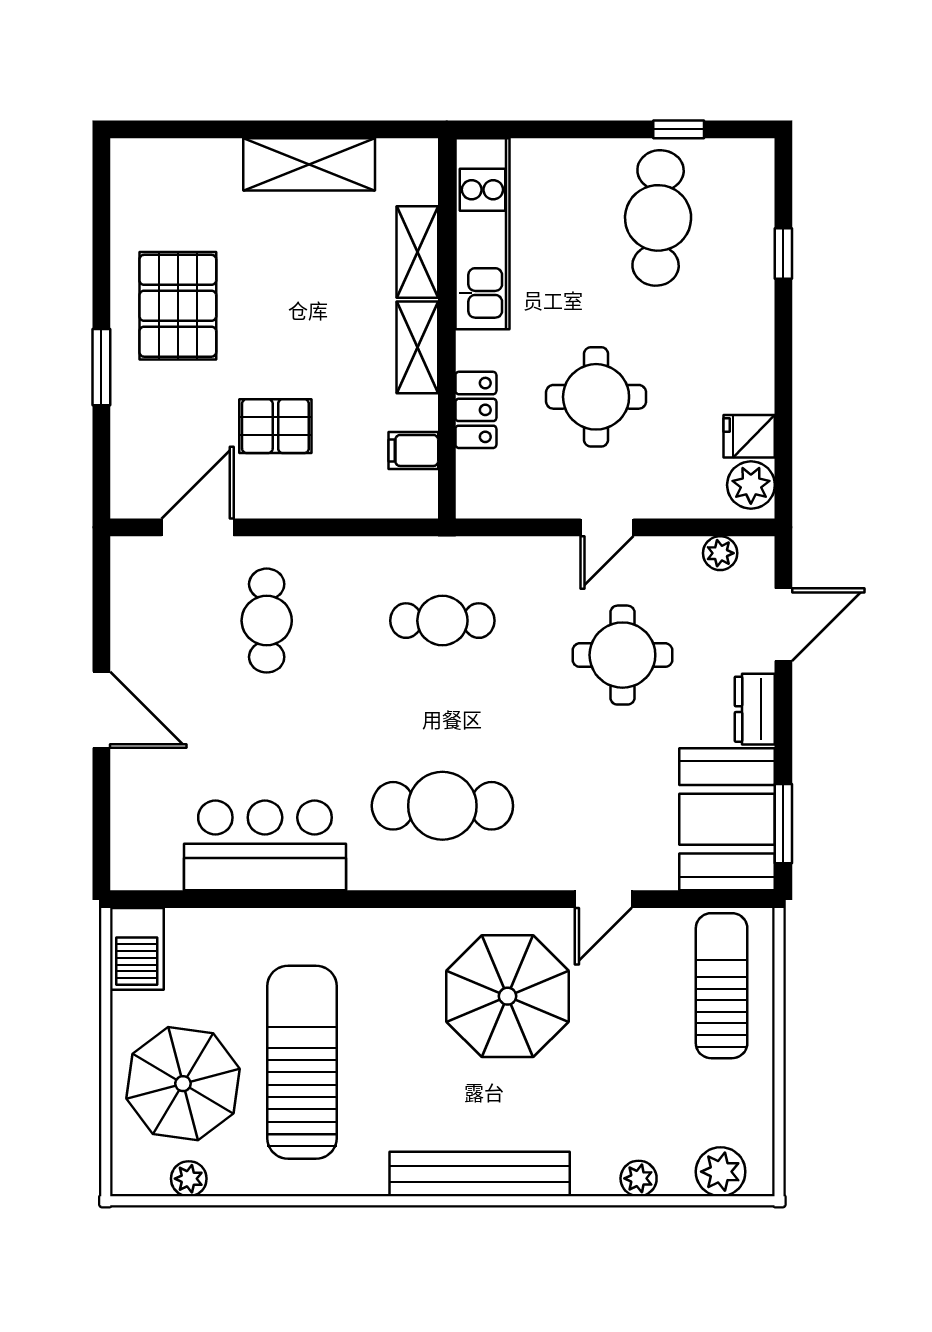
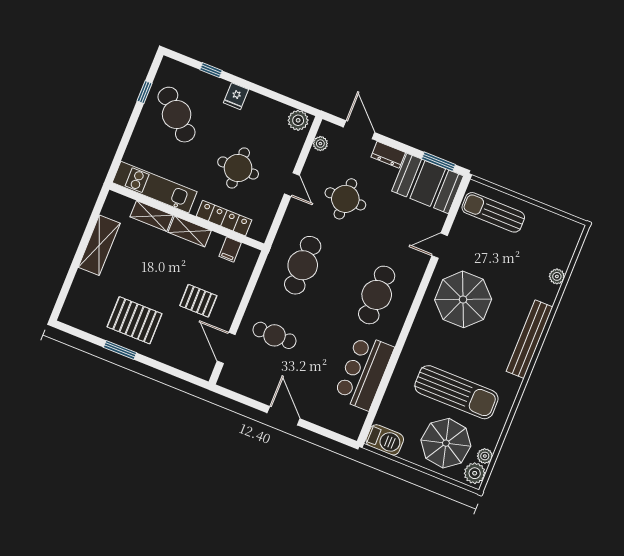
cafe table: (658, 218) -> (177, 115), turned 40
window: (101, 367) -> (120, 350), moved
locker: (476, 410) -> (224, 218), width x1.53
pallet: (275, 426) -> (198, 301), turned 90
fridge: (749, 436) -> (236, 96), moved
cafe table: (442, 621) -> (303, 265), width x1.37, depth x1.35
door: (101, 710) -> (284, 416), hinge flipped
door: (603, 899) -> (440, 246), swing flipped
sun lounger: (302, 1062) -> (456, 392), turned 180
plant: (721, 1172) -> (475, 473), moved

